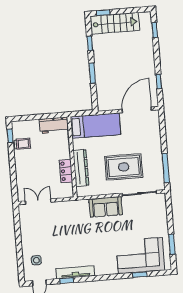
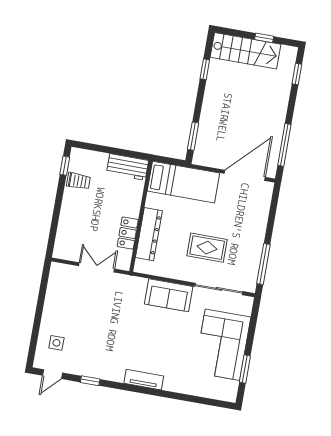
window: (103, 13) -> (264, 38), moved
window: (92, 73) -> (193, 136), moved
window: (159, 82) -> (284, 145), width x2.17
rug: (124, 167) -> (207, 248), width x0.73, depth x0.70
double door: (38, 202) -> (97, 267), moved
corner sofa: (140, 256) -> (222, 345), moved, turned -90
tv unit: (75, 272) -> (144, 380), moved, width x0.71
window: (140, 275) -> (191, 399), removed

